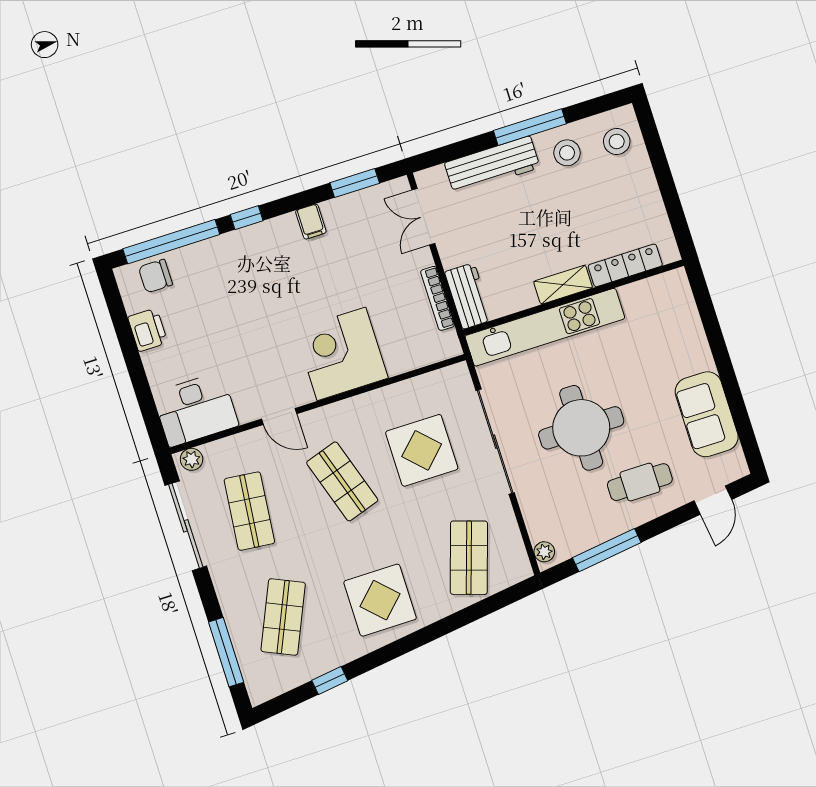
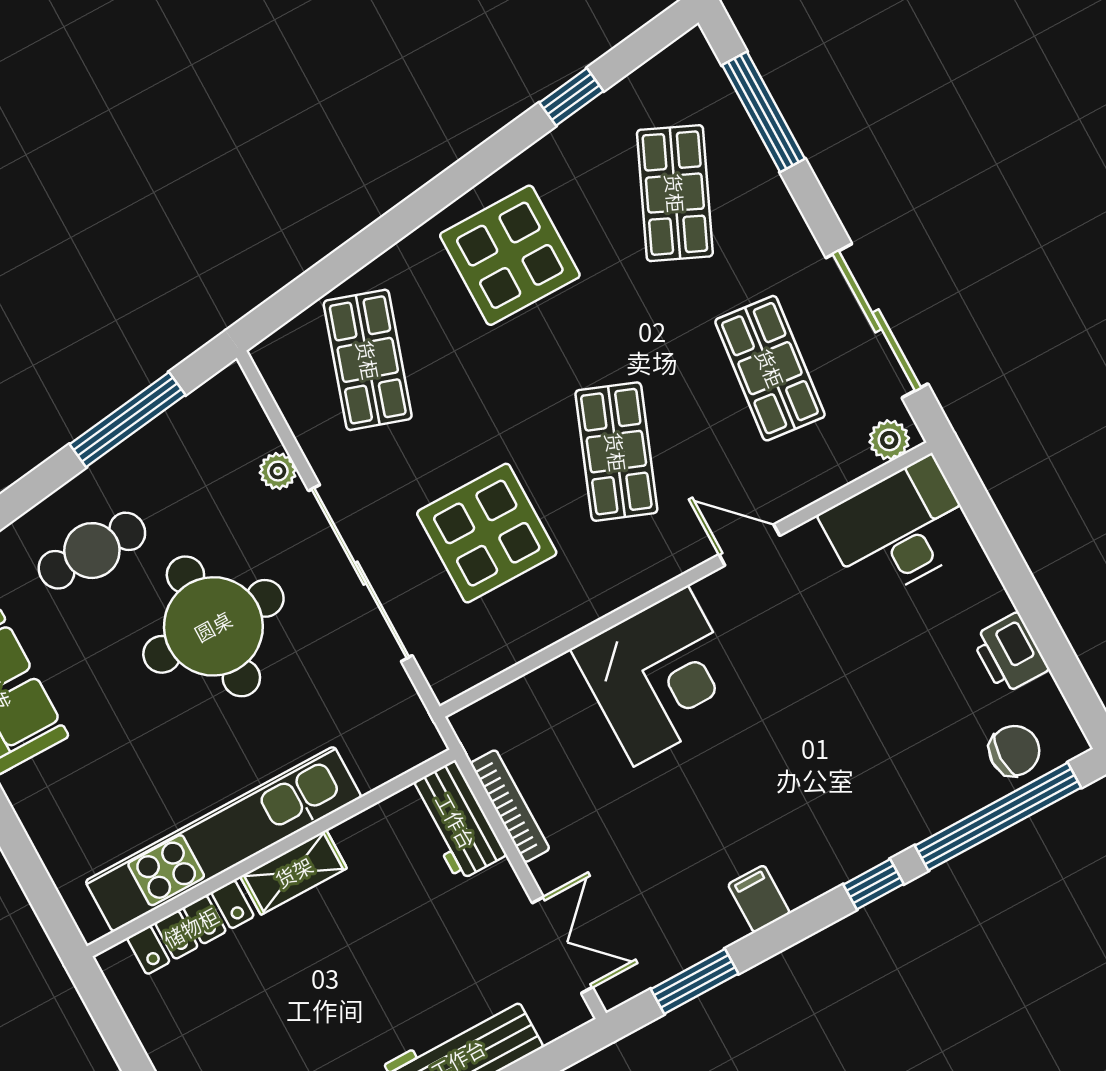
kitchen unit: (545, 327) -> (223, 839), moved
shop shelf: (342, 481) -> (616, 452), turned 39
plant: (544, 552) -> (278, 471), moved

